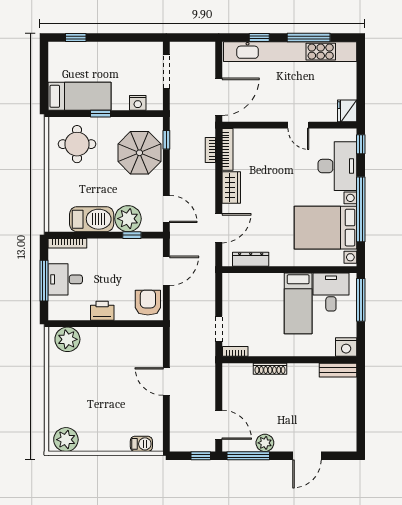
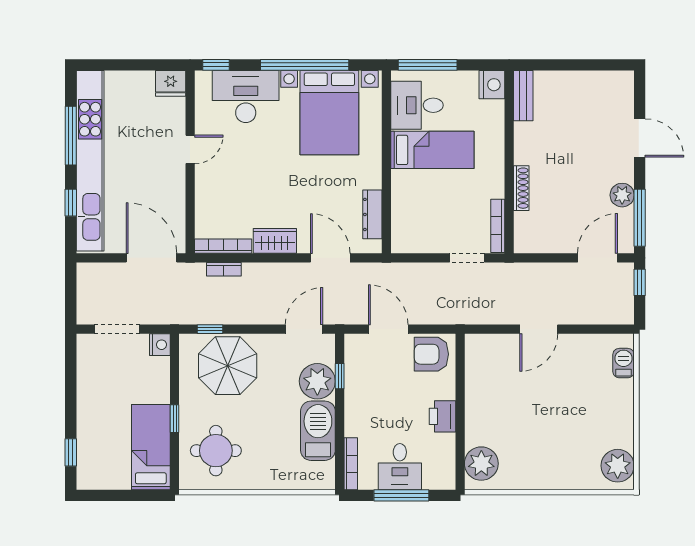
nightstand: (138, 103) -> (160, 345), moved
bookcase: (235, 351) -> (498, 226), width x1.56

